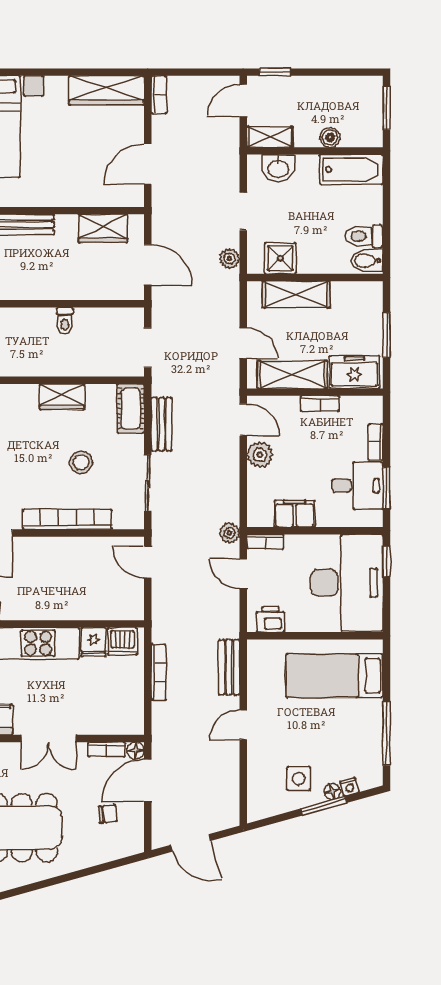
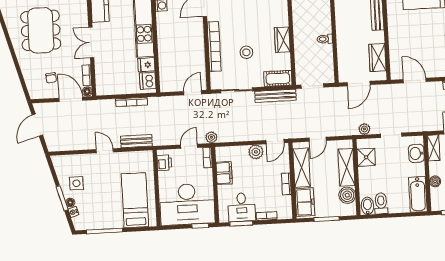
boiler: (346, 296) -> (347, 195), added
bench: (162, 424) -> (275, 96), width x1.36

